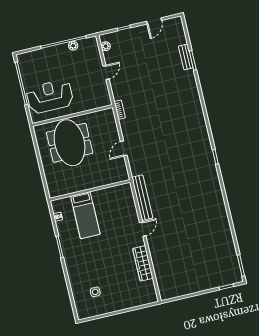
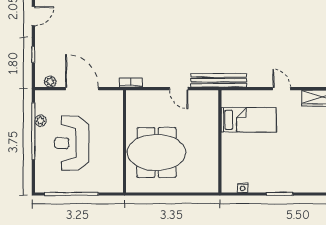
door: (154, 21) -> (33, 16), hinge flipped
door: (106, 72) -> (82, 89), width x1.88
reception desk: (50, 97) -> (72, 143), moved
bench: (142, 198) -> (219, 80), moved
bed: (85, 215) -> (249, 120), moved

